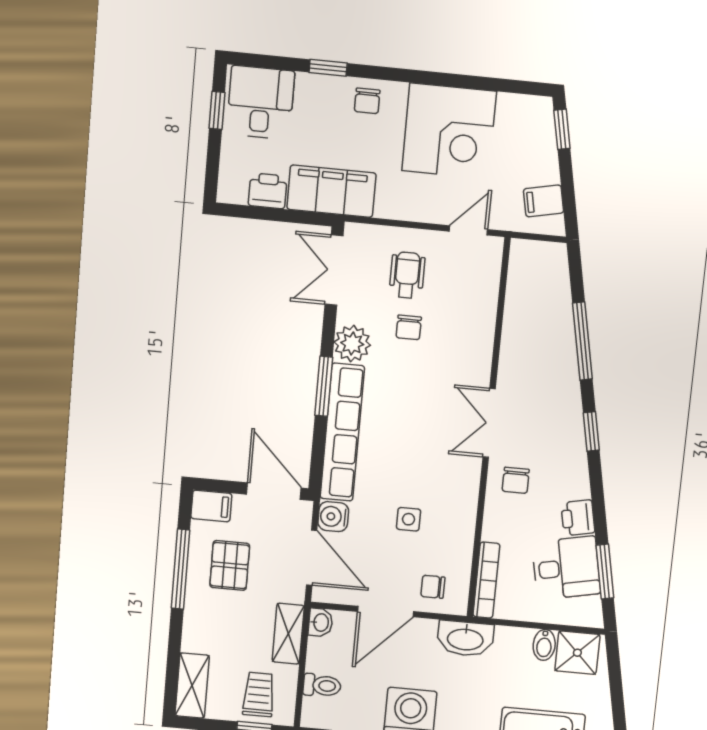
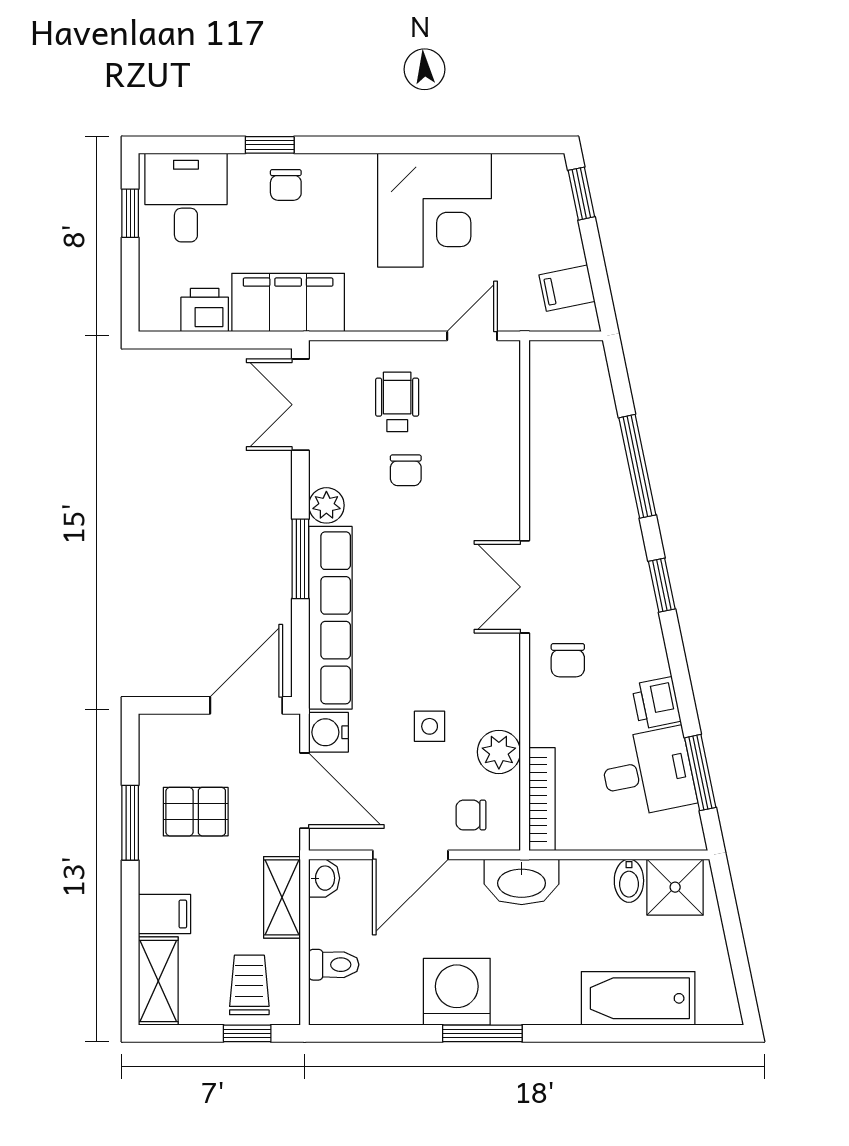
chair: (367, 101) -> (286, 185), moved
plant: (352, 344) -> (326, 505), width x0.73, depth x0.73
door: (274, 491) -> (246, 705), hinge flipped
filing cabinet: (211, 506) -> (165, 914), moved
plant: (458, 543) -> (499, 752), added
pallet: (230, 565) -> (196, 812), turned 90
window: (180, 569) -> (130, 823), width x0.69

